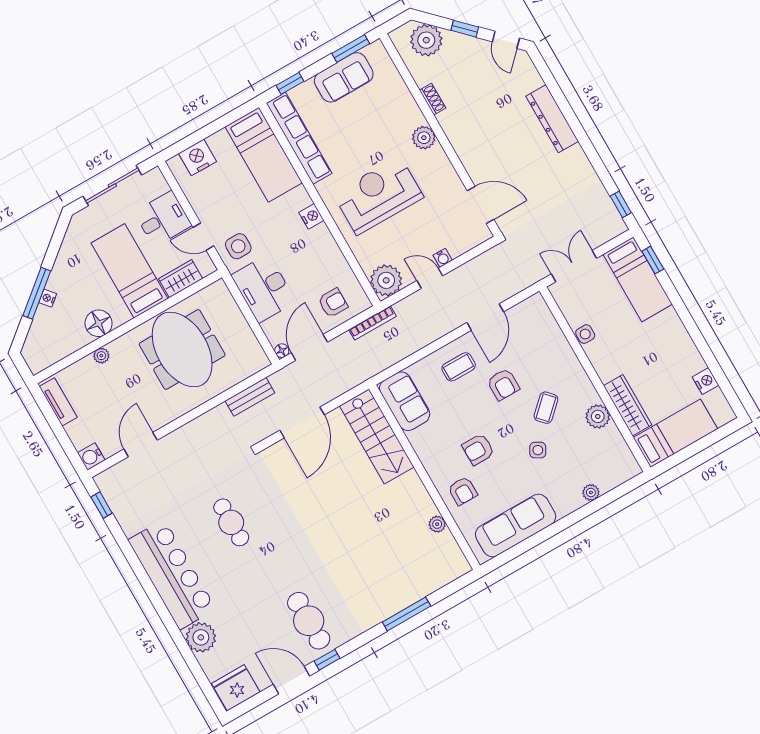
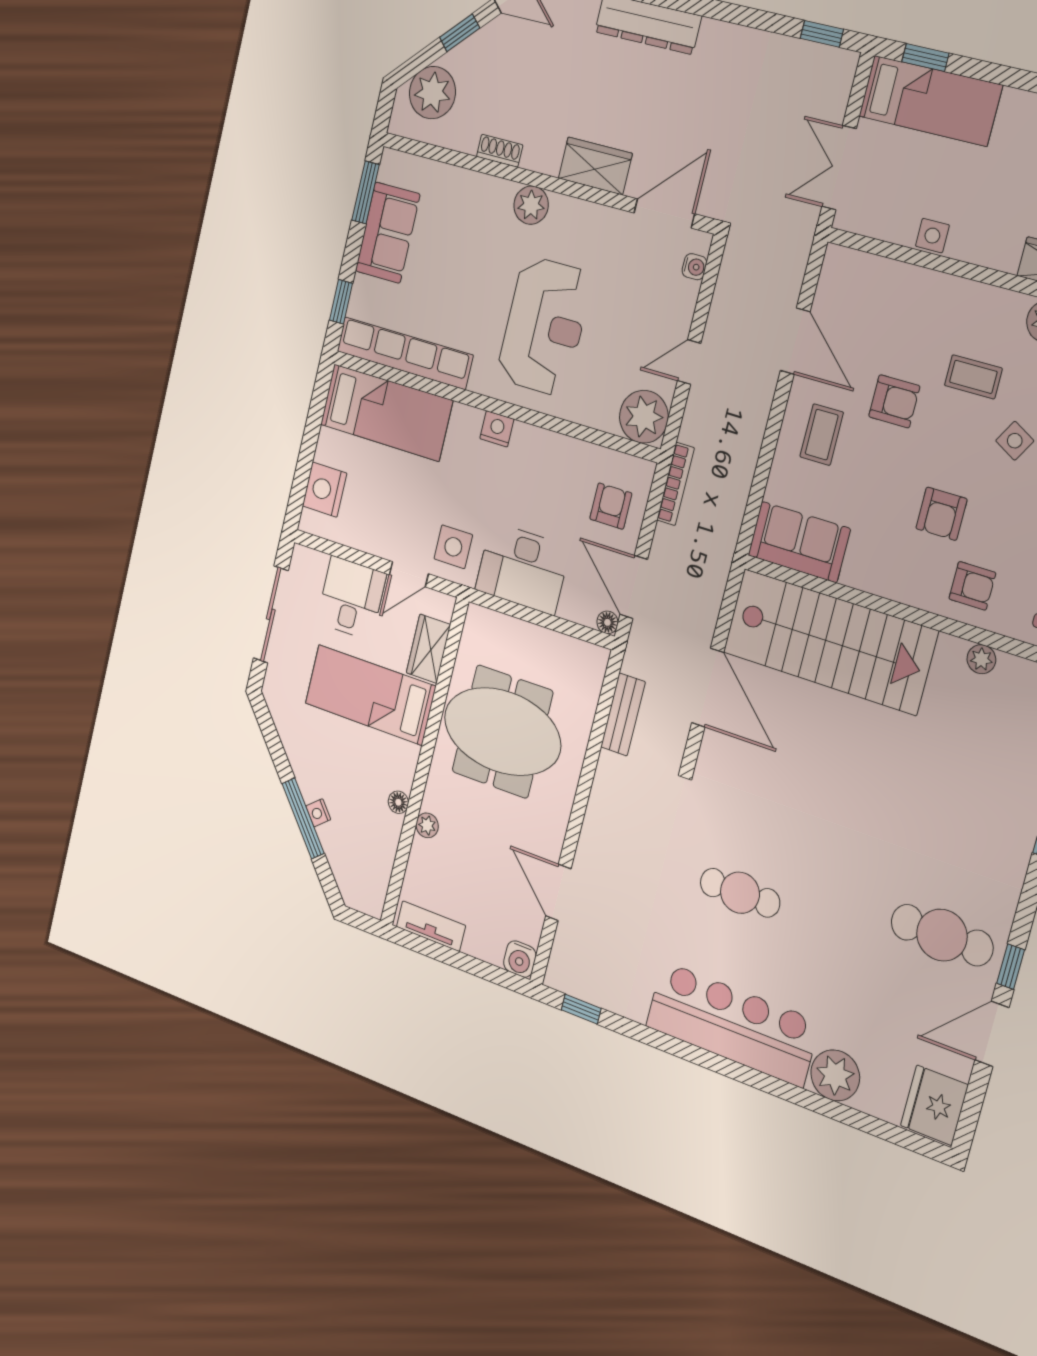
wardrobe: (470, 152) -> (595, 166), added
reception desk: (378, 195) -> (544, 326), turned 180
water cooler: (443, 258) -> (694, 267), moved
floor lamp: (99, 323) -> (398, 802), width x0.53, depth x0.53
coffee table: (546, 408) -> (973, 377), turned -47
stairs: (377, 436) -> (829, 641), width x1.36, depth x1.51

